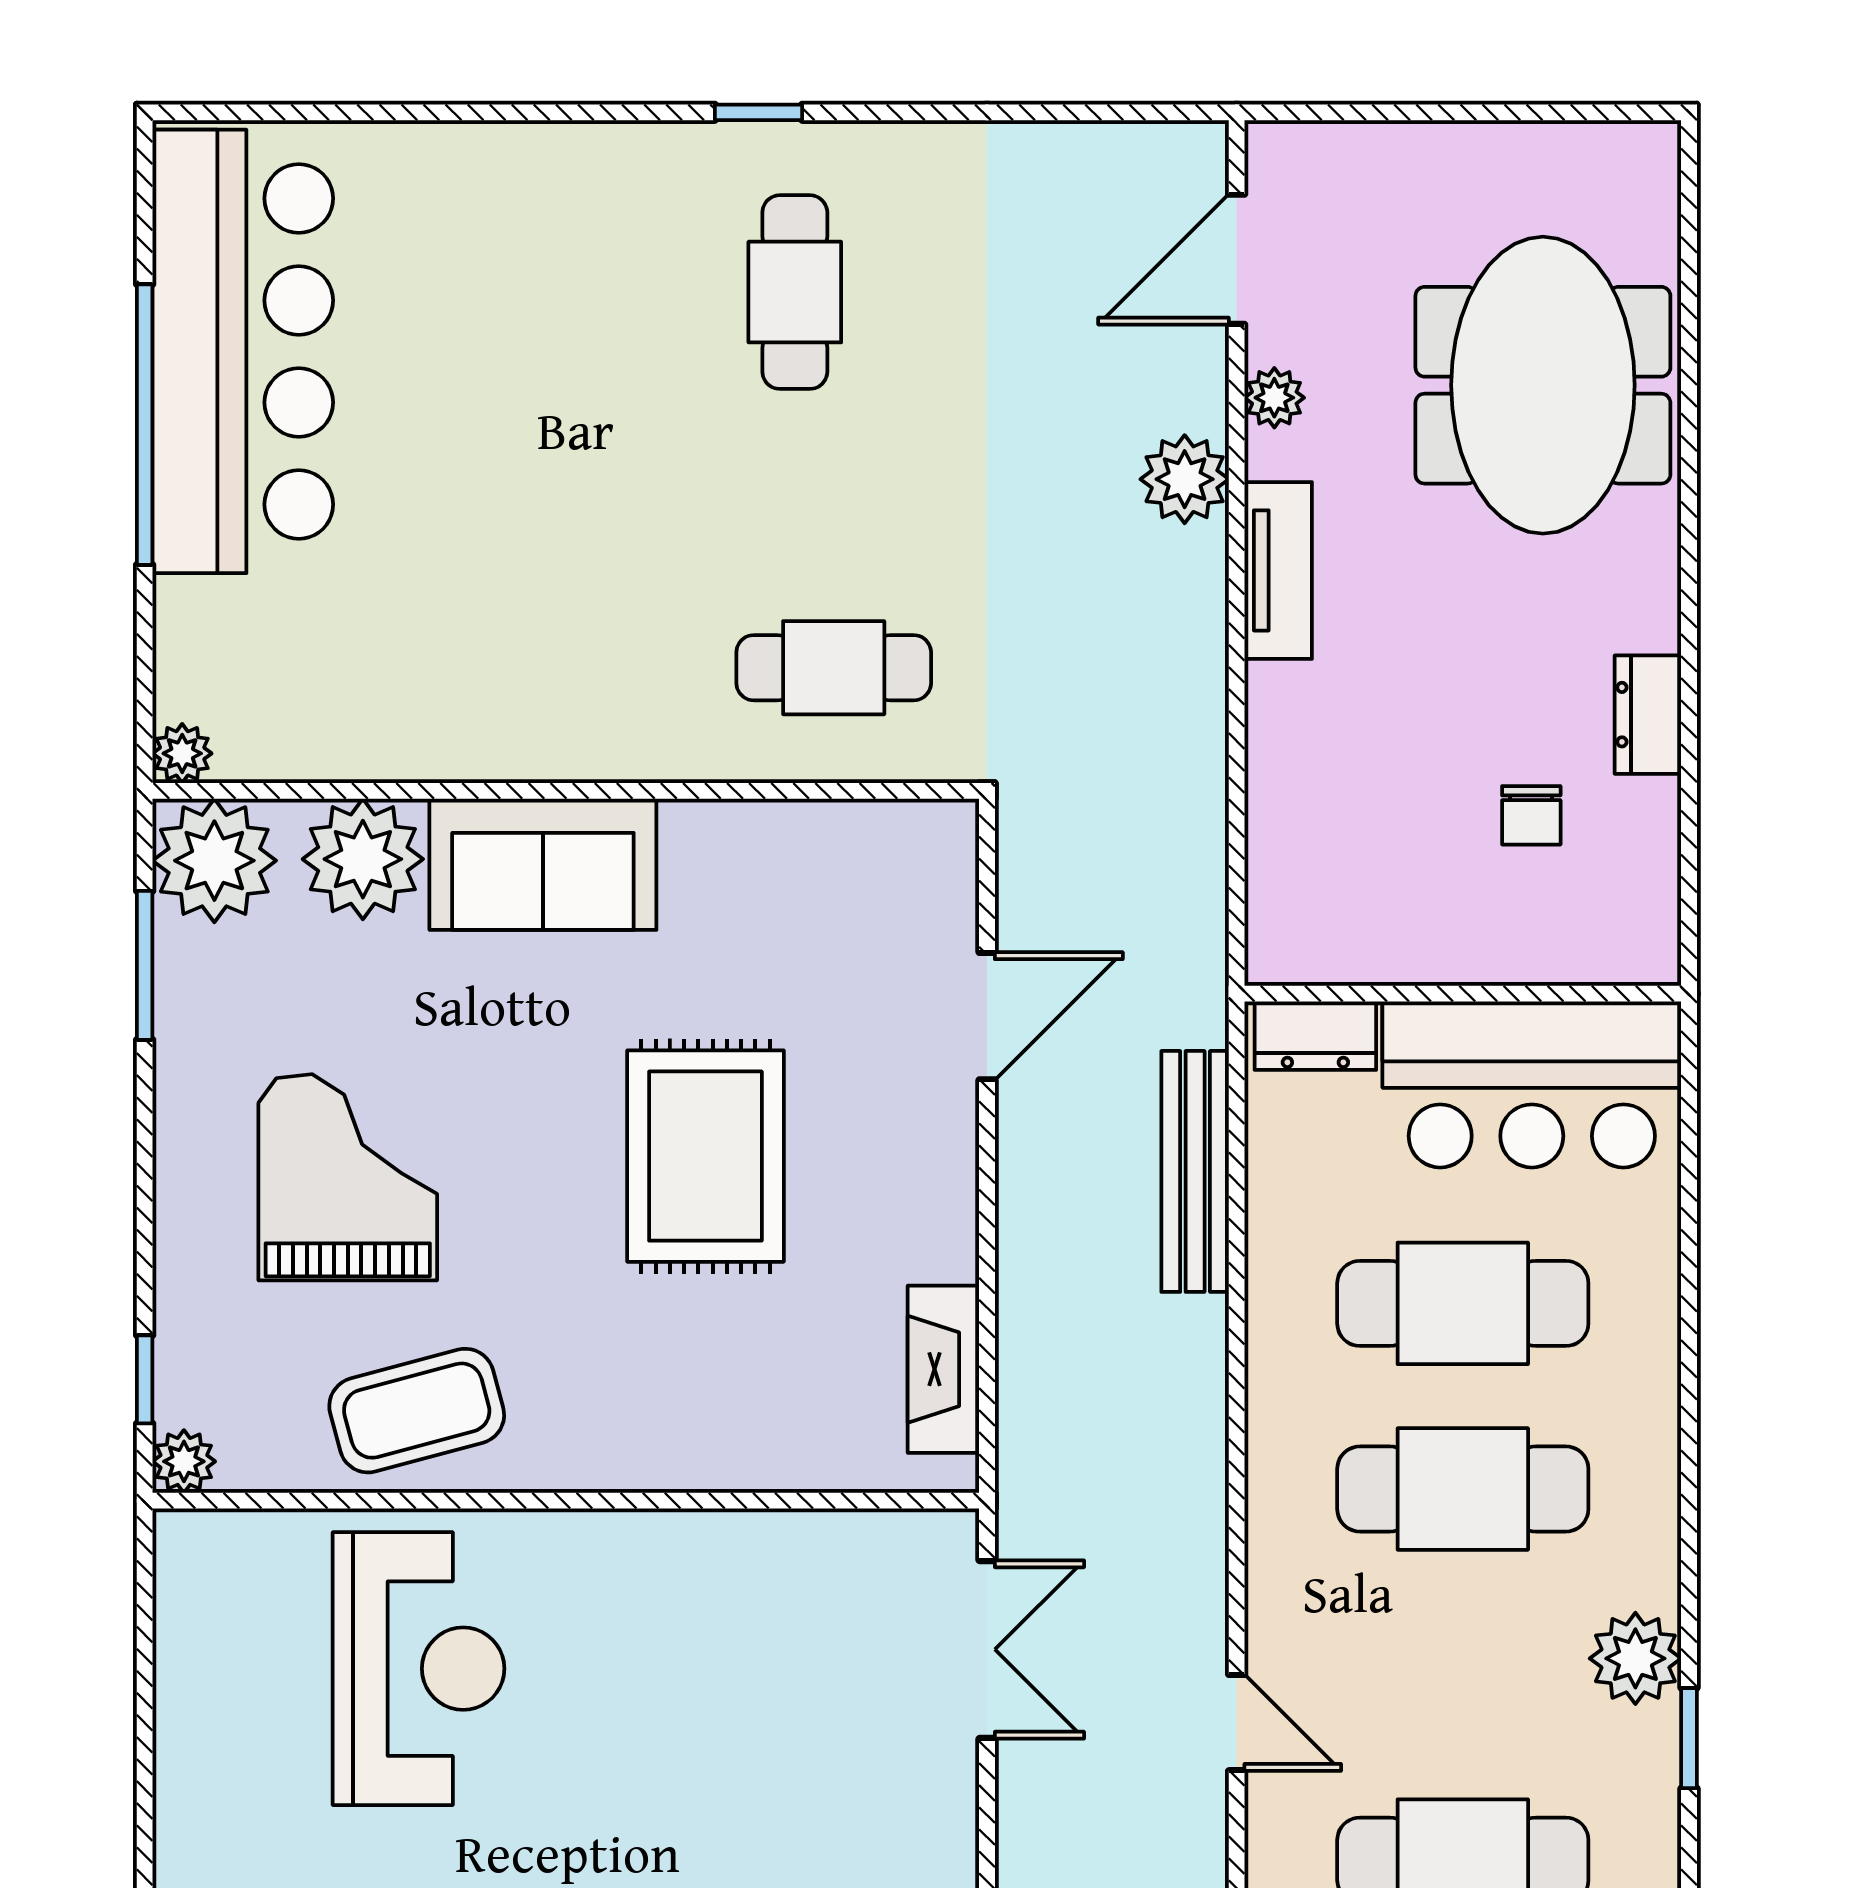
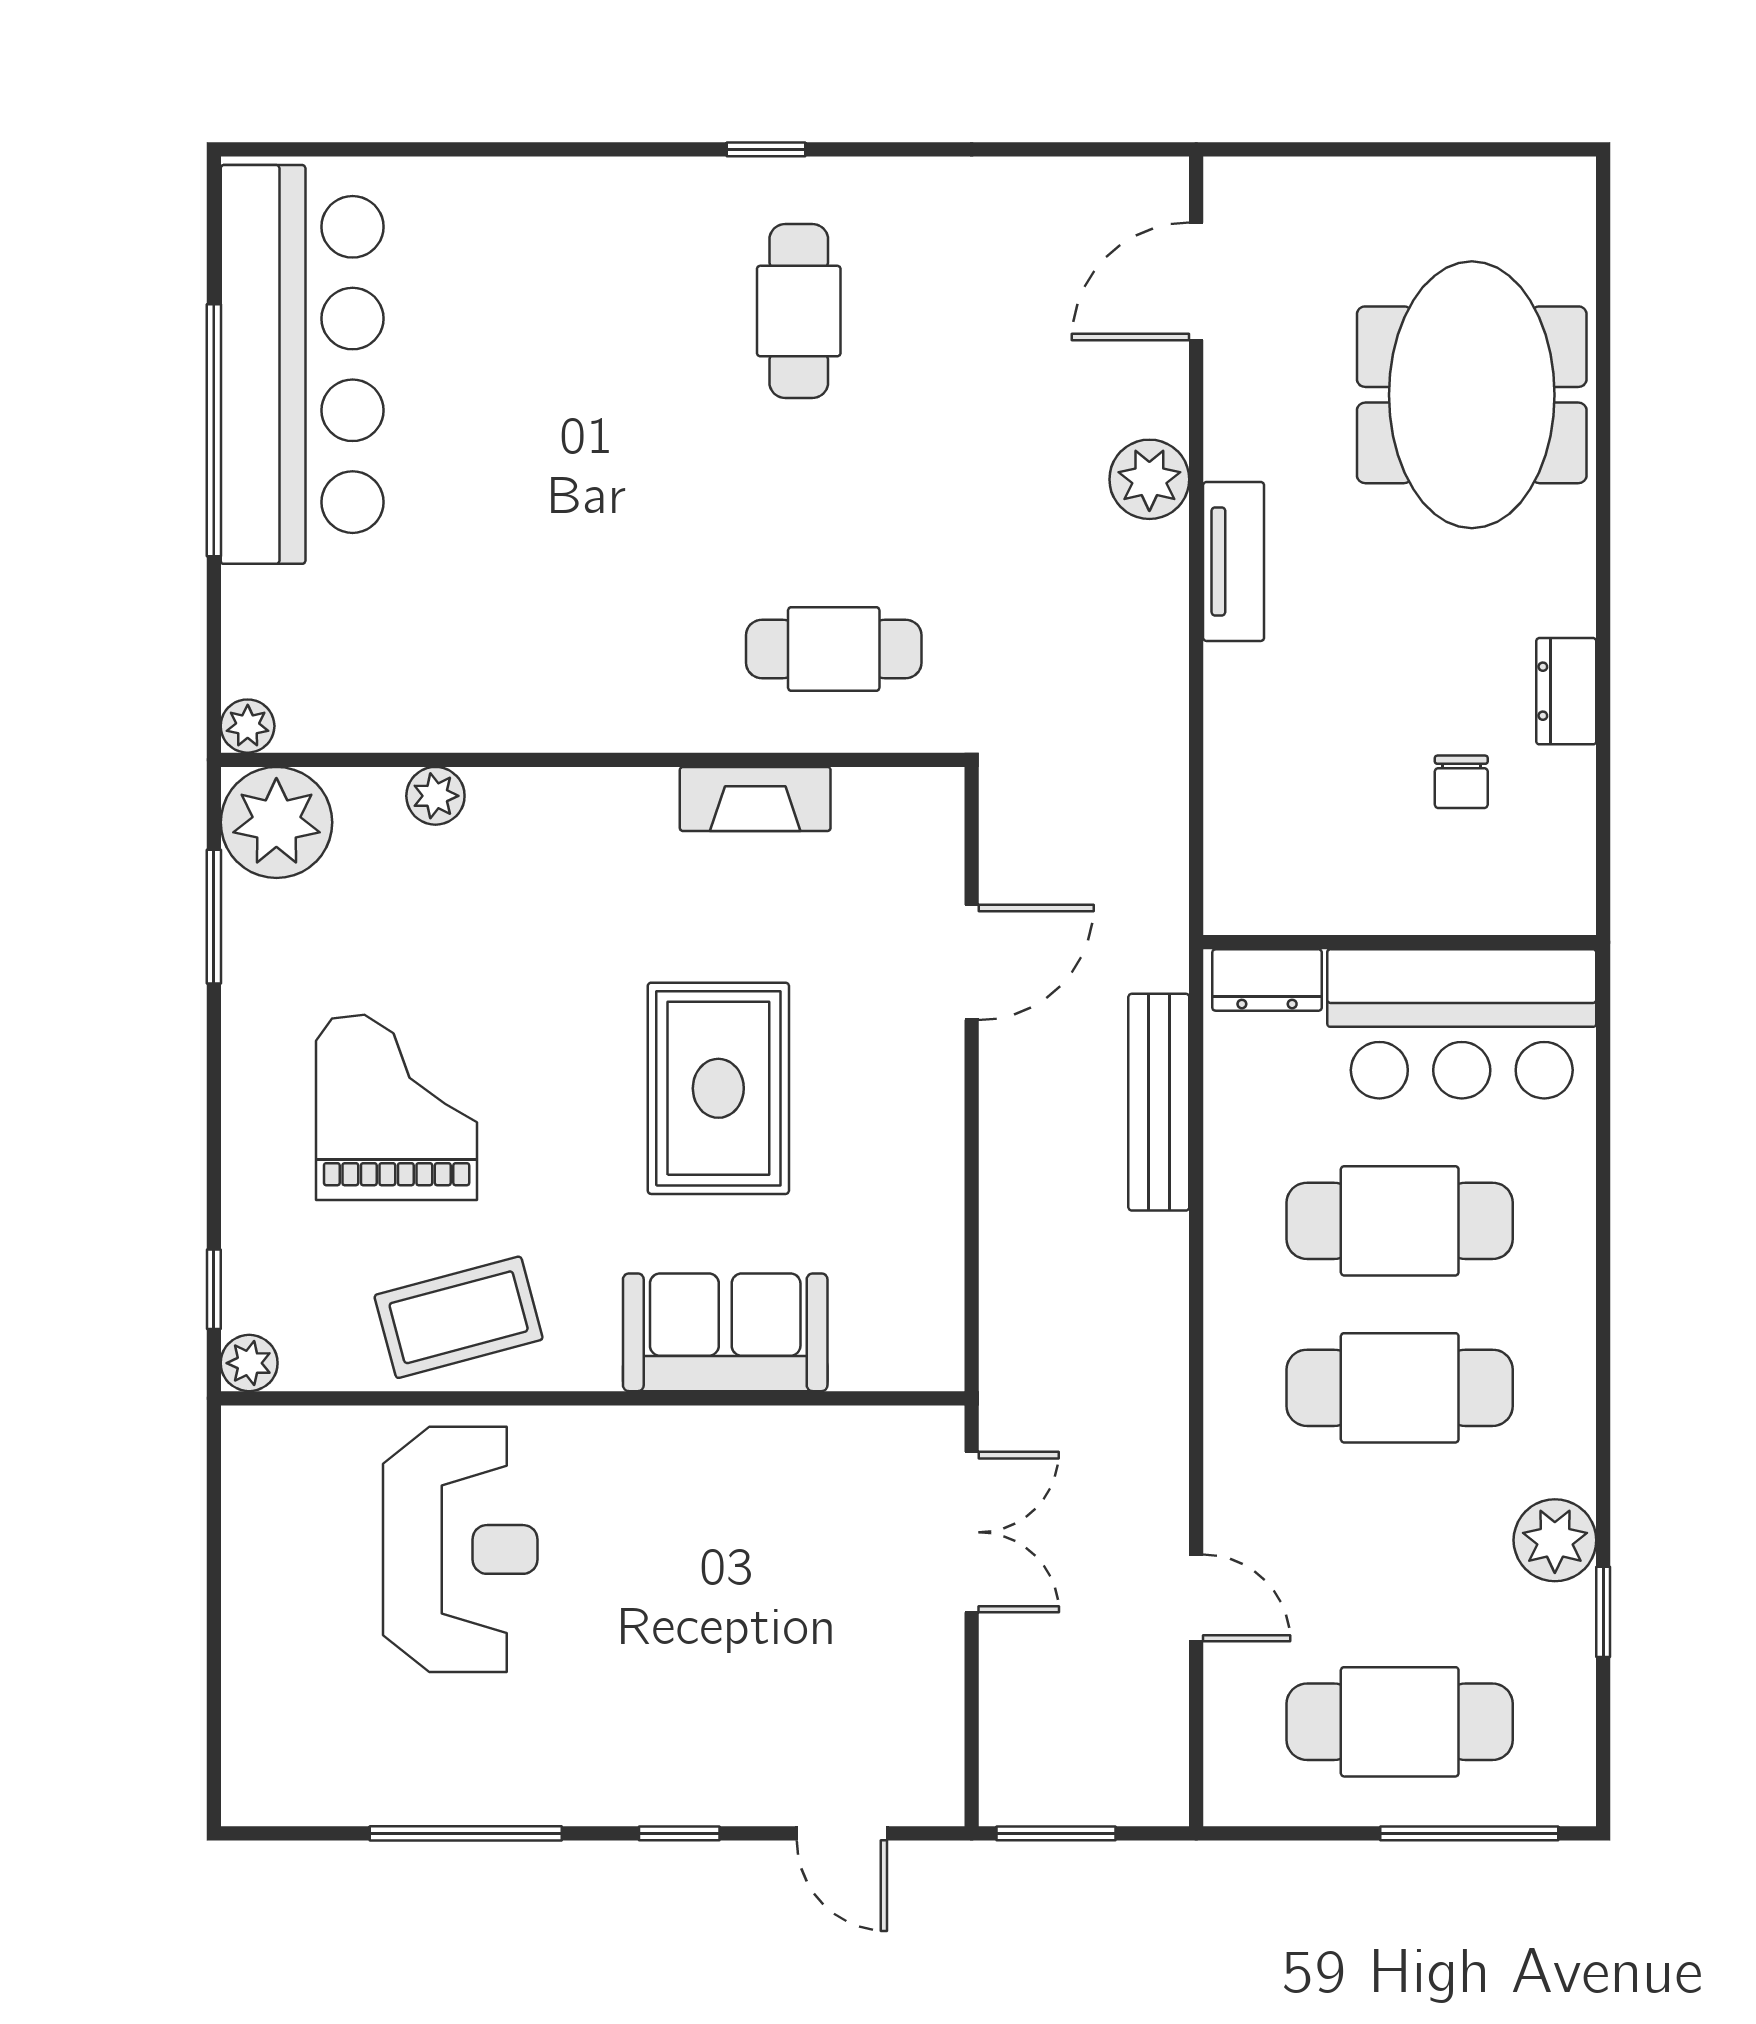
plant: (1274, 398) -> (1230, 406), removed
plant: (363, 859) -> (435, 796), width x0.53, depth x0.53
sofa: (543, 864) -> (725, 1332), moved, turned 180
fireplace: (943, 1369) -> (755, 799), moved, turned -90

